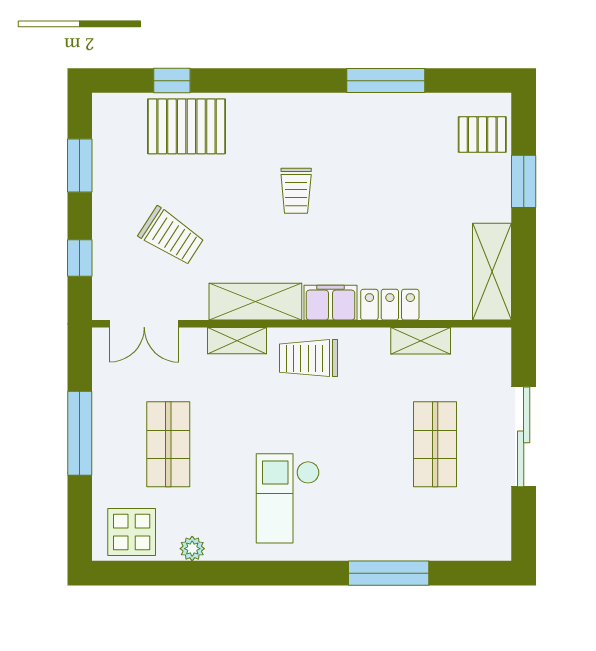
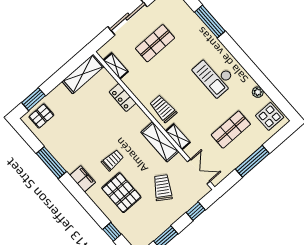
pallet: (187, 126) -> (121, 193), moved
pallet: (482, 135) -> (41, 116), turned 90
window: (524, 181) -> (33, 99), moved
filing cabinet: (330, 303) -> (83, 179), moved, turned 180
shelving: (421, 341) -> (116, 66), moved
trolley: (309, 358) -> (163, 109), turned 180
checkout: (288, 498) -> (214, 75), turned 90

